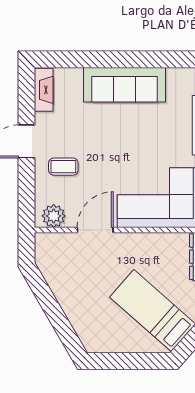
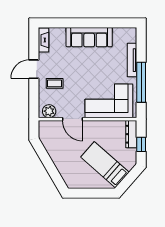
door: (95, 230) -> (73, 119), swing flipped

